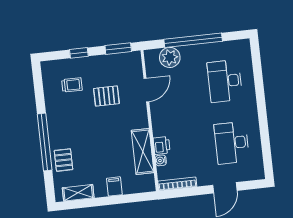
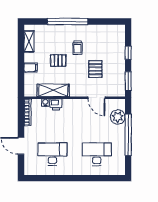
trolley: (72, 85) -> (78, 48), moved
pallet: (63, 160) -> (58, 60), moved

